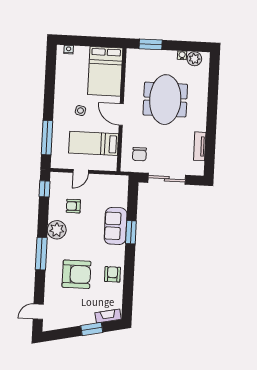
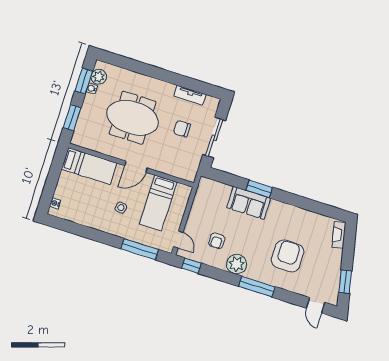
window: (187, 46) -> (84, 81), added
bed: (105, 71) -> (89, 166), width x0.67
chair: (139, 154) -> (182, 129), moved, turned 180
door: (81, 171) -> (178, 239), moved
armchair: (112, 274) -> (297, 219), removed
window: (92, 329) -> (345, 282), moved

